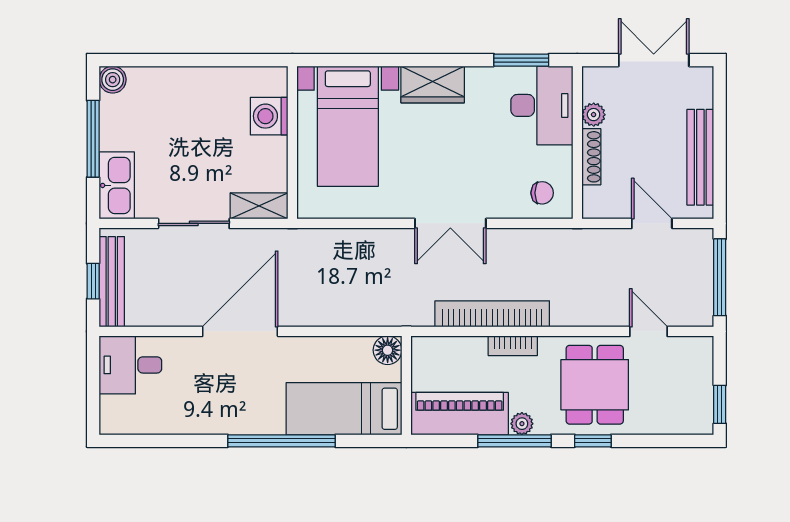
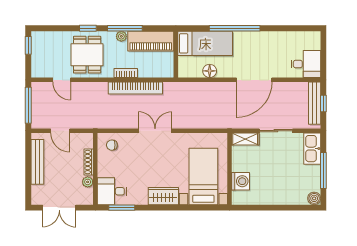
desk: (542, 105) -> (112, 191), width x0.73
floor lamp: (388, 350) -> (210, 71), moved

